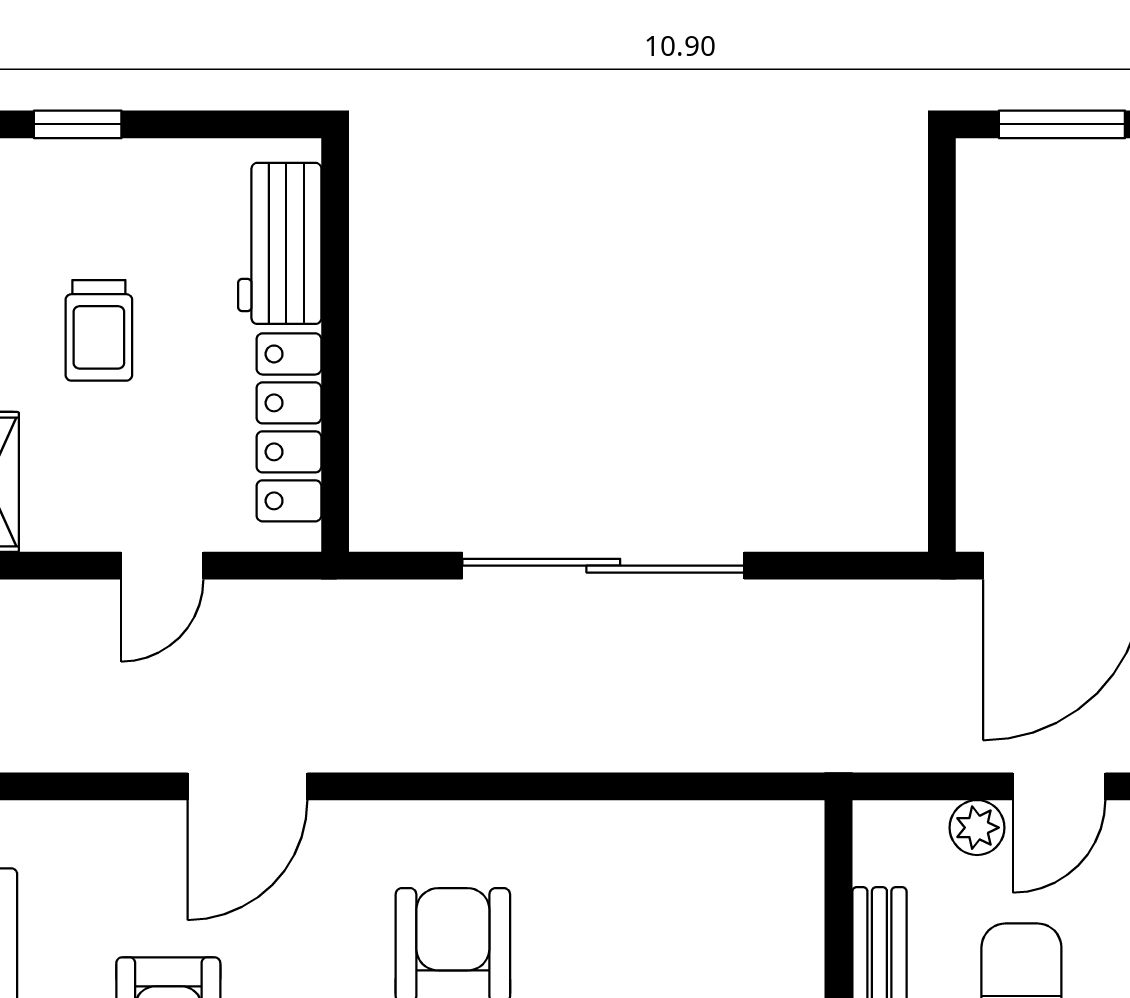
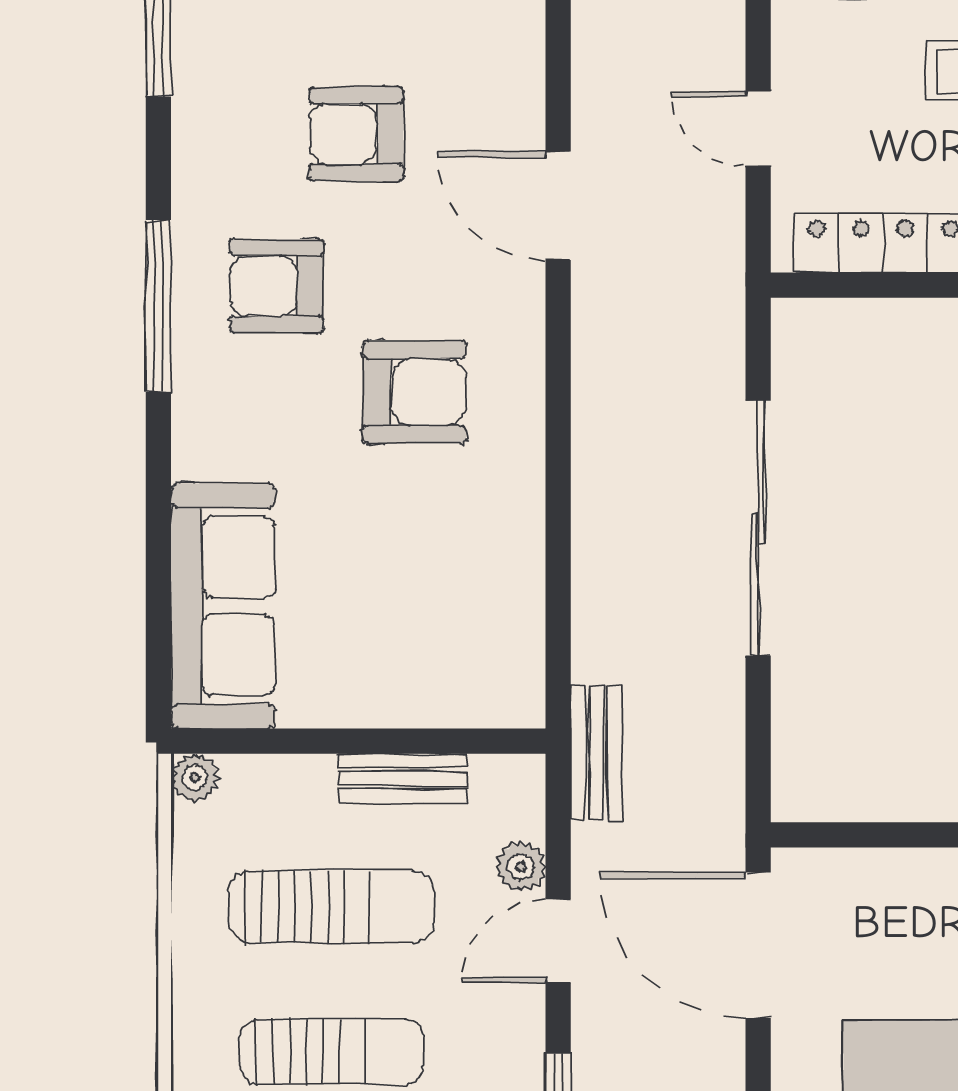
bench: (851, 744) -> (596, 753), added
door: (1059, 786) -> (558, 941), hinge flipped

